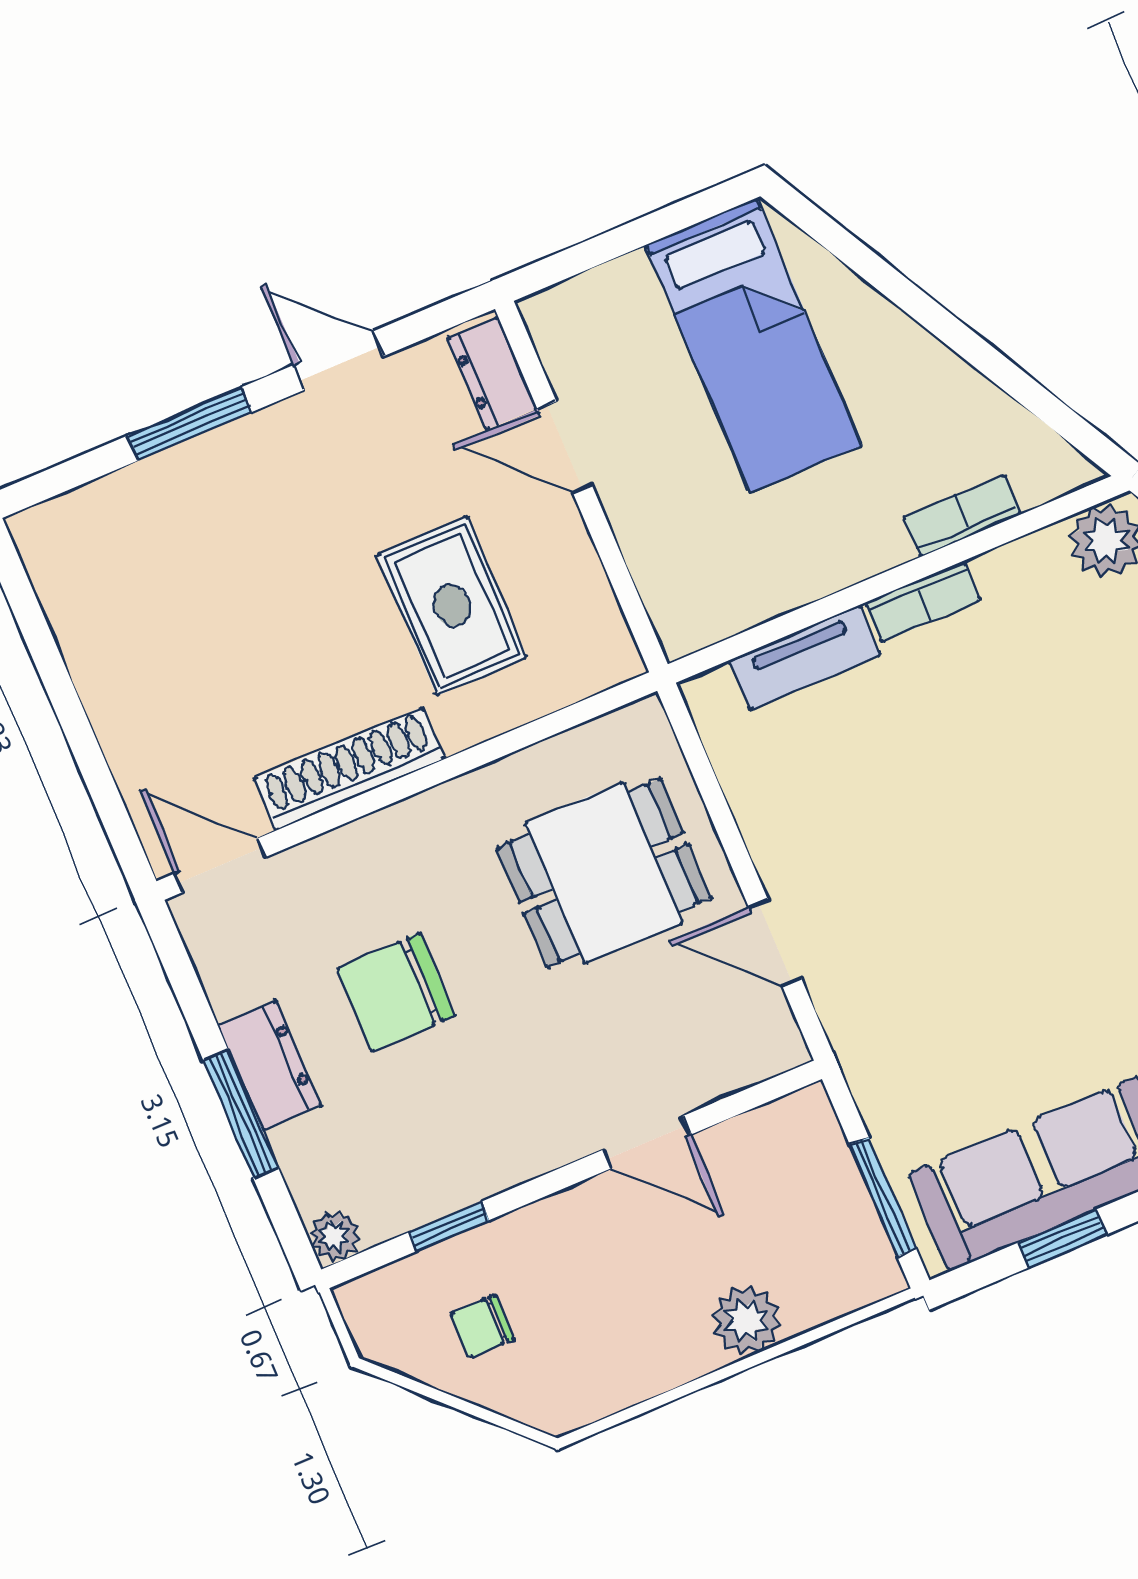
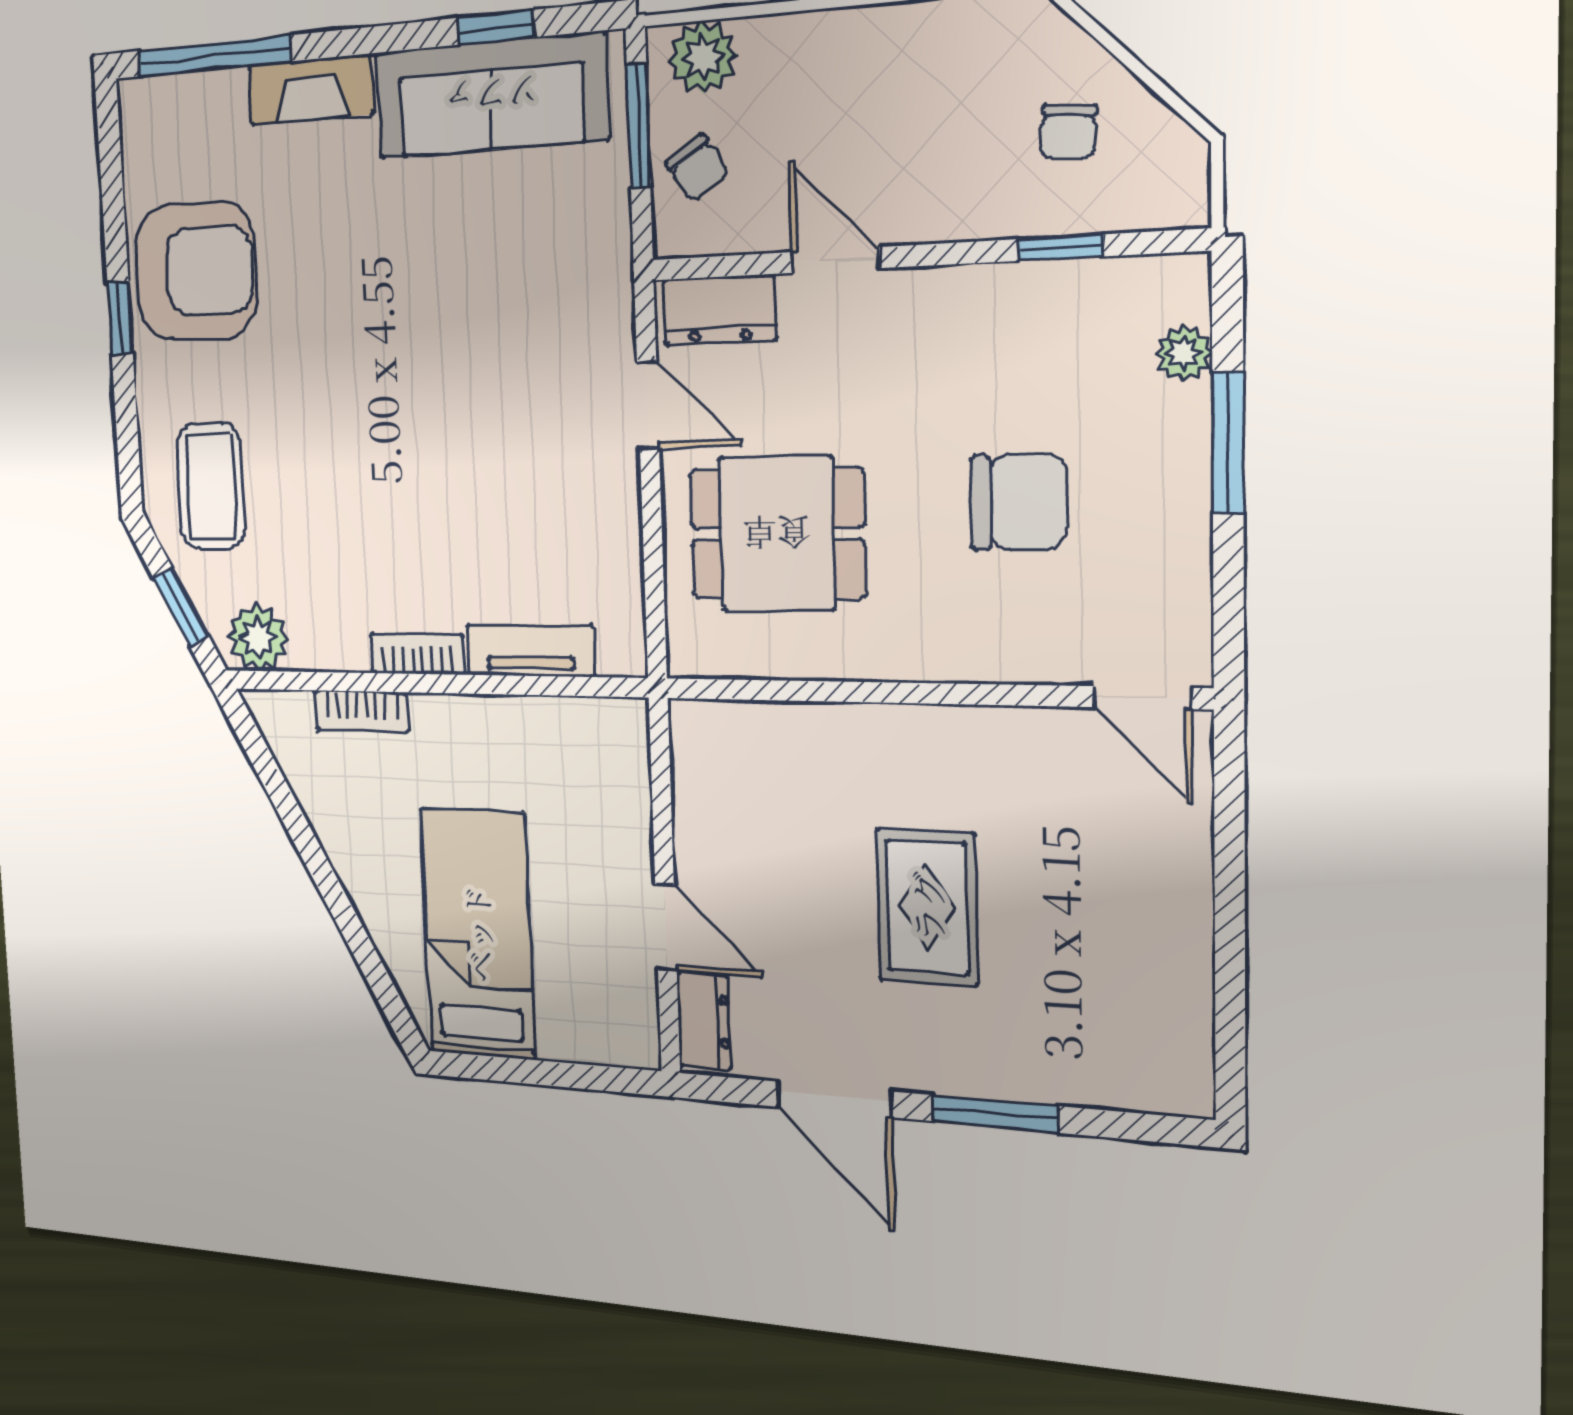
door: (339, 361) -> (835, 1099), width x1.38
rug: (452, 606) -> (927, 907), moved
shoe rack: (349, 769) -> (976, 733), removed
dresser: (269, 1065) -> (719, 310), moved, turned -90
chair: (810, 1178) -> (697, 168), added
plant: (335, 1236) -> (1183, 353), moved
plant: (746, 1320) -> (703, 57), moved
chair: (483, 1326) -> (1068, 132), turned 94

